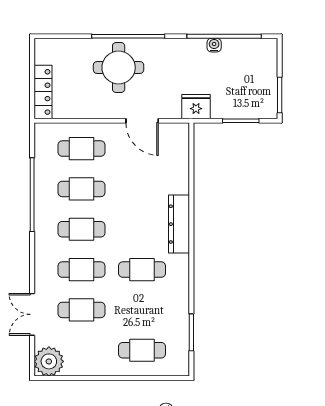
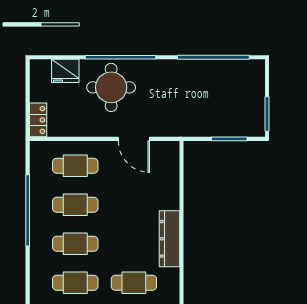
water cooler: (214, 45) -> (204, 66), removed
locker: (43, 92) -> (38, 120), width x0.66
fridge: (196, 107) -> (65, 71), moved, turned 180

